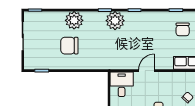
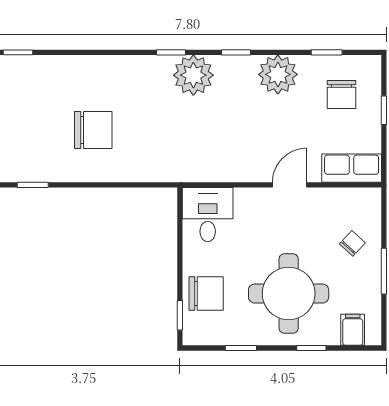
plant: (74, 20) -> (278, 74), moved
chair: (69, 46) -> (93, 130), turned 180
door: (147, 71) -> (290, 185), moved

